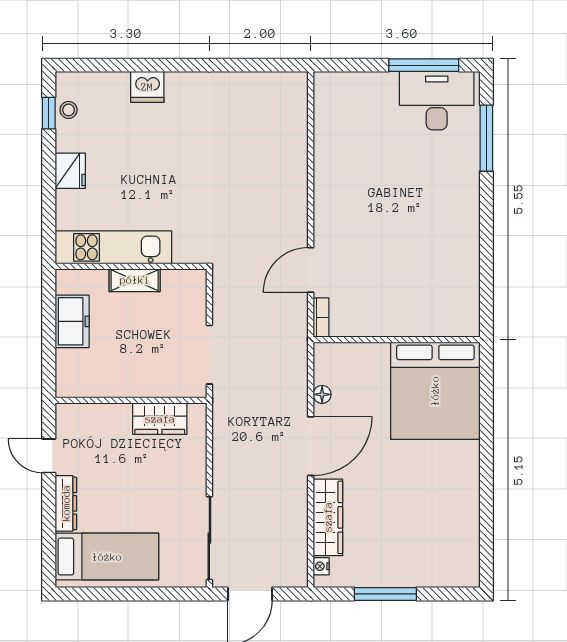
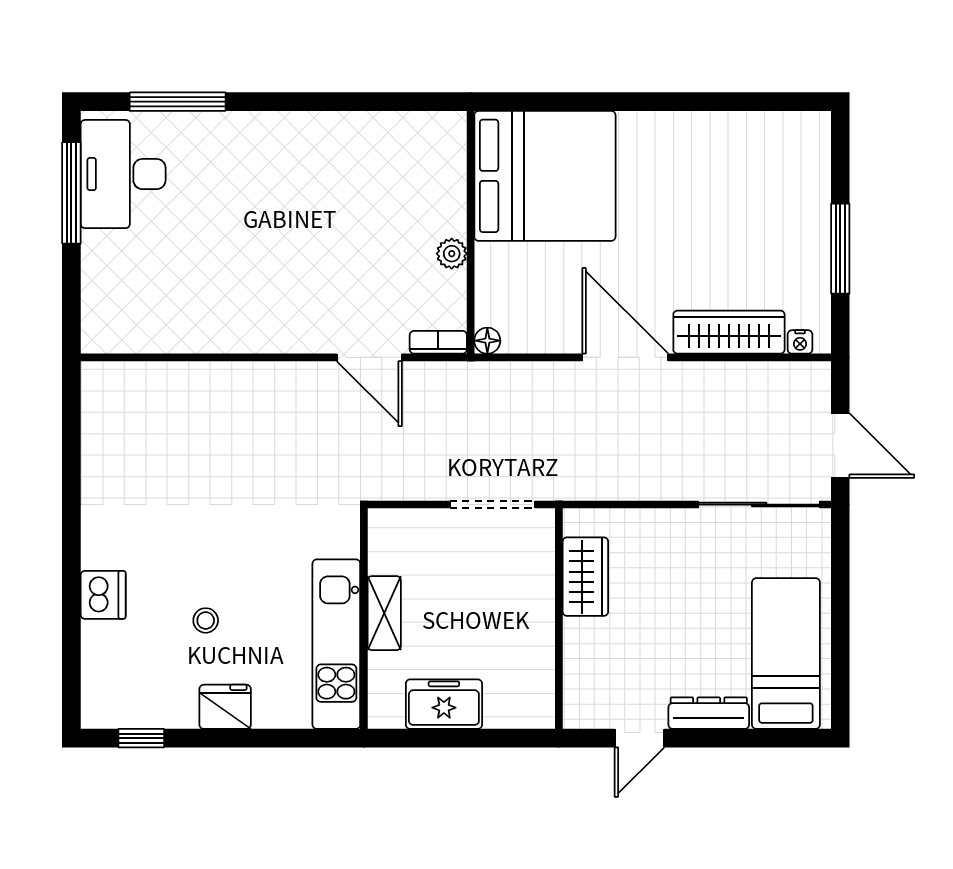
stool: (69, 110) -> (206, 620), moved
plant: (382, 327) -> (452, 254), added
floor lamp: (322, 394) -> (487, 341), moved

